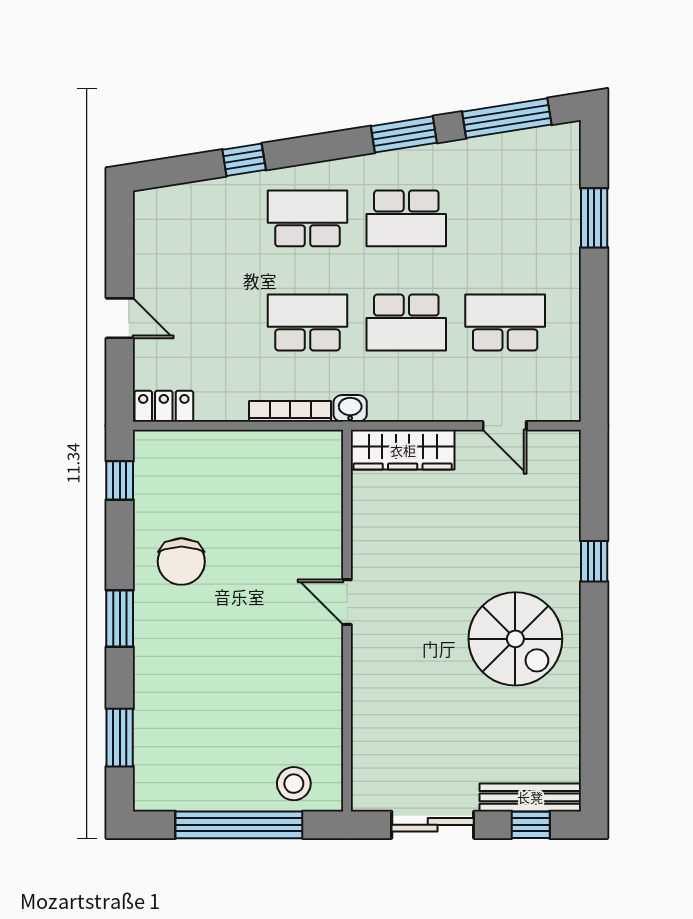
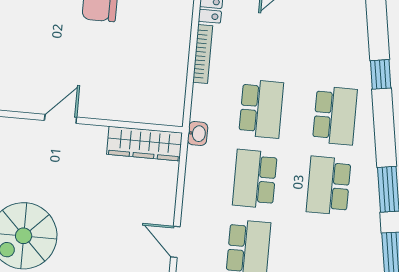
bookcase: (290, 411) -> (203, 54), moved
door: (505, 426) -> (175, 242), hinge flipped
wardrobe: (403, 450) -> (144, 144), moved, turned -90

